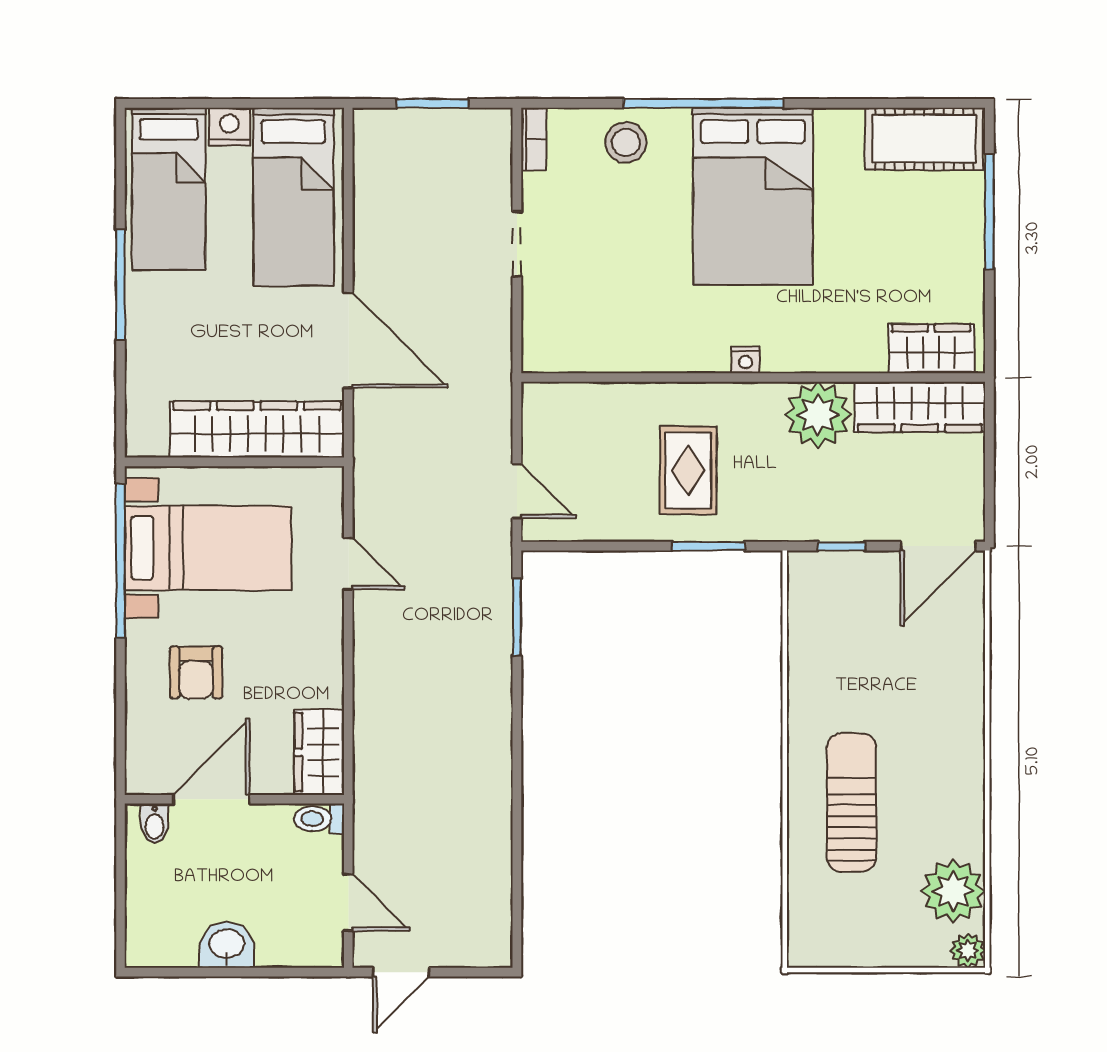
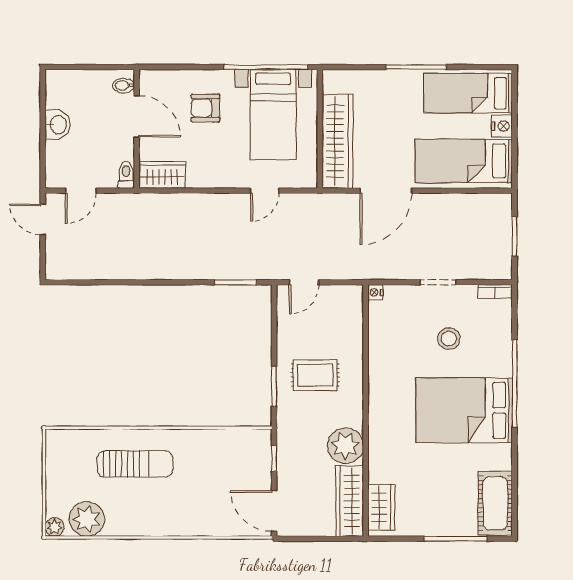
stool: (626, 142) -> (449, 339), moved
nightstand: (745, 360) -> (375, 292), moved

